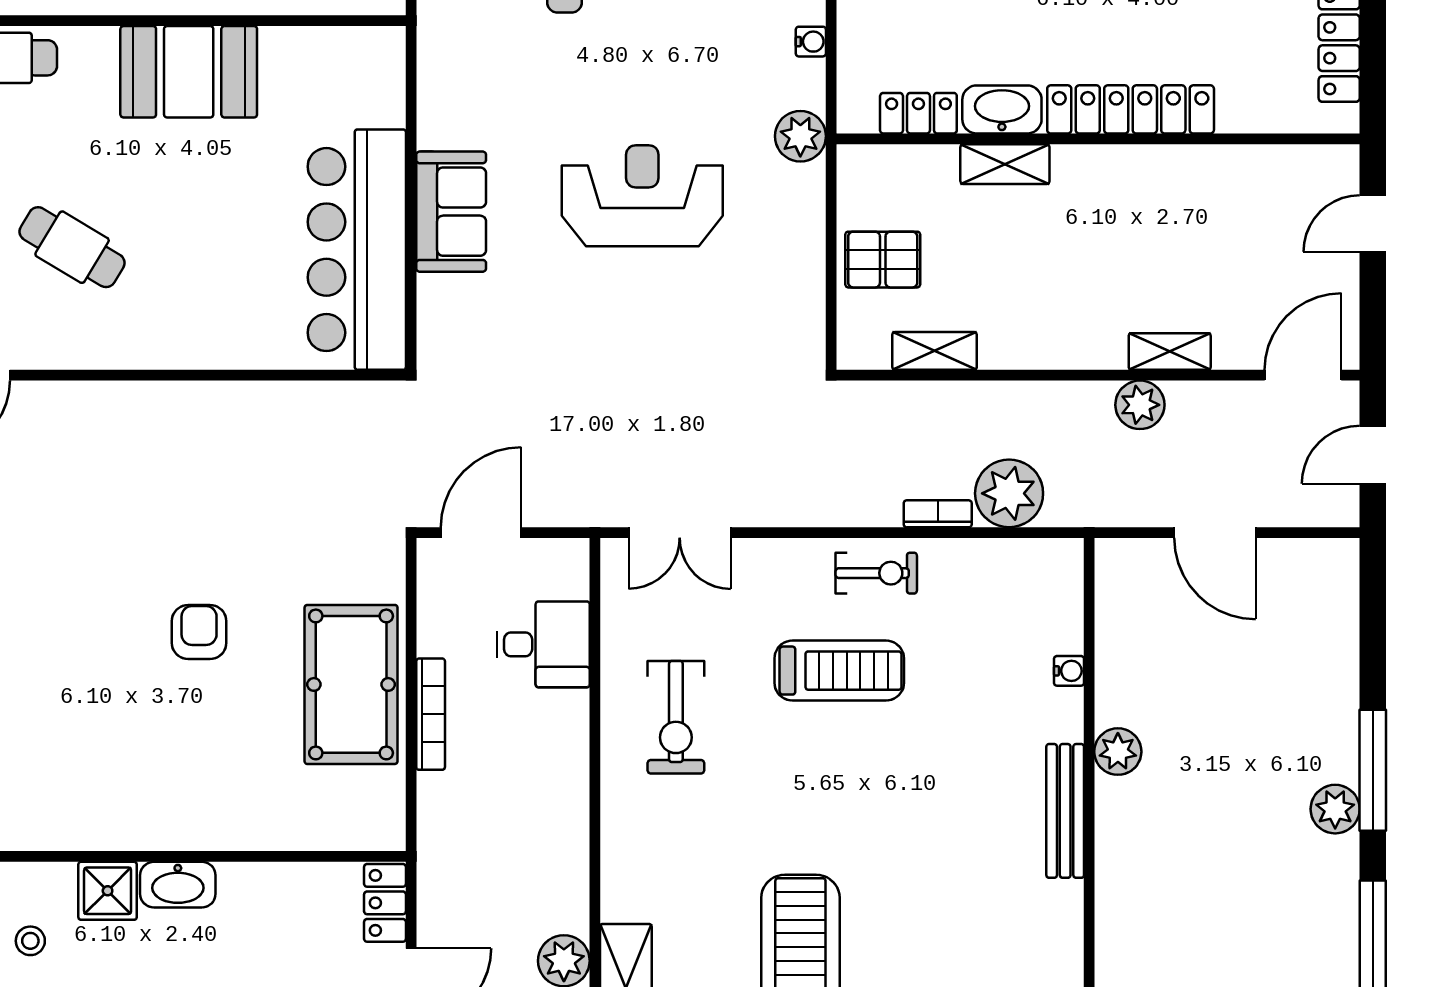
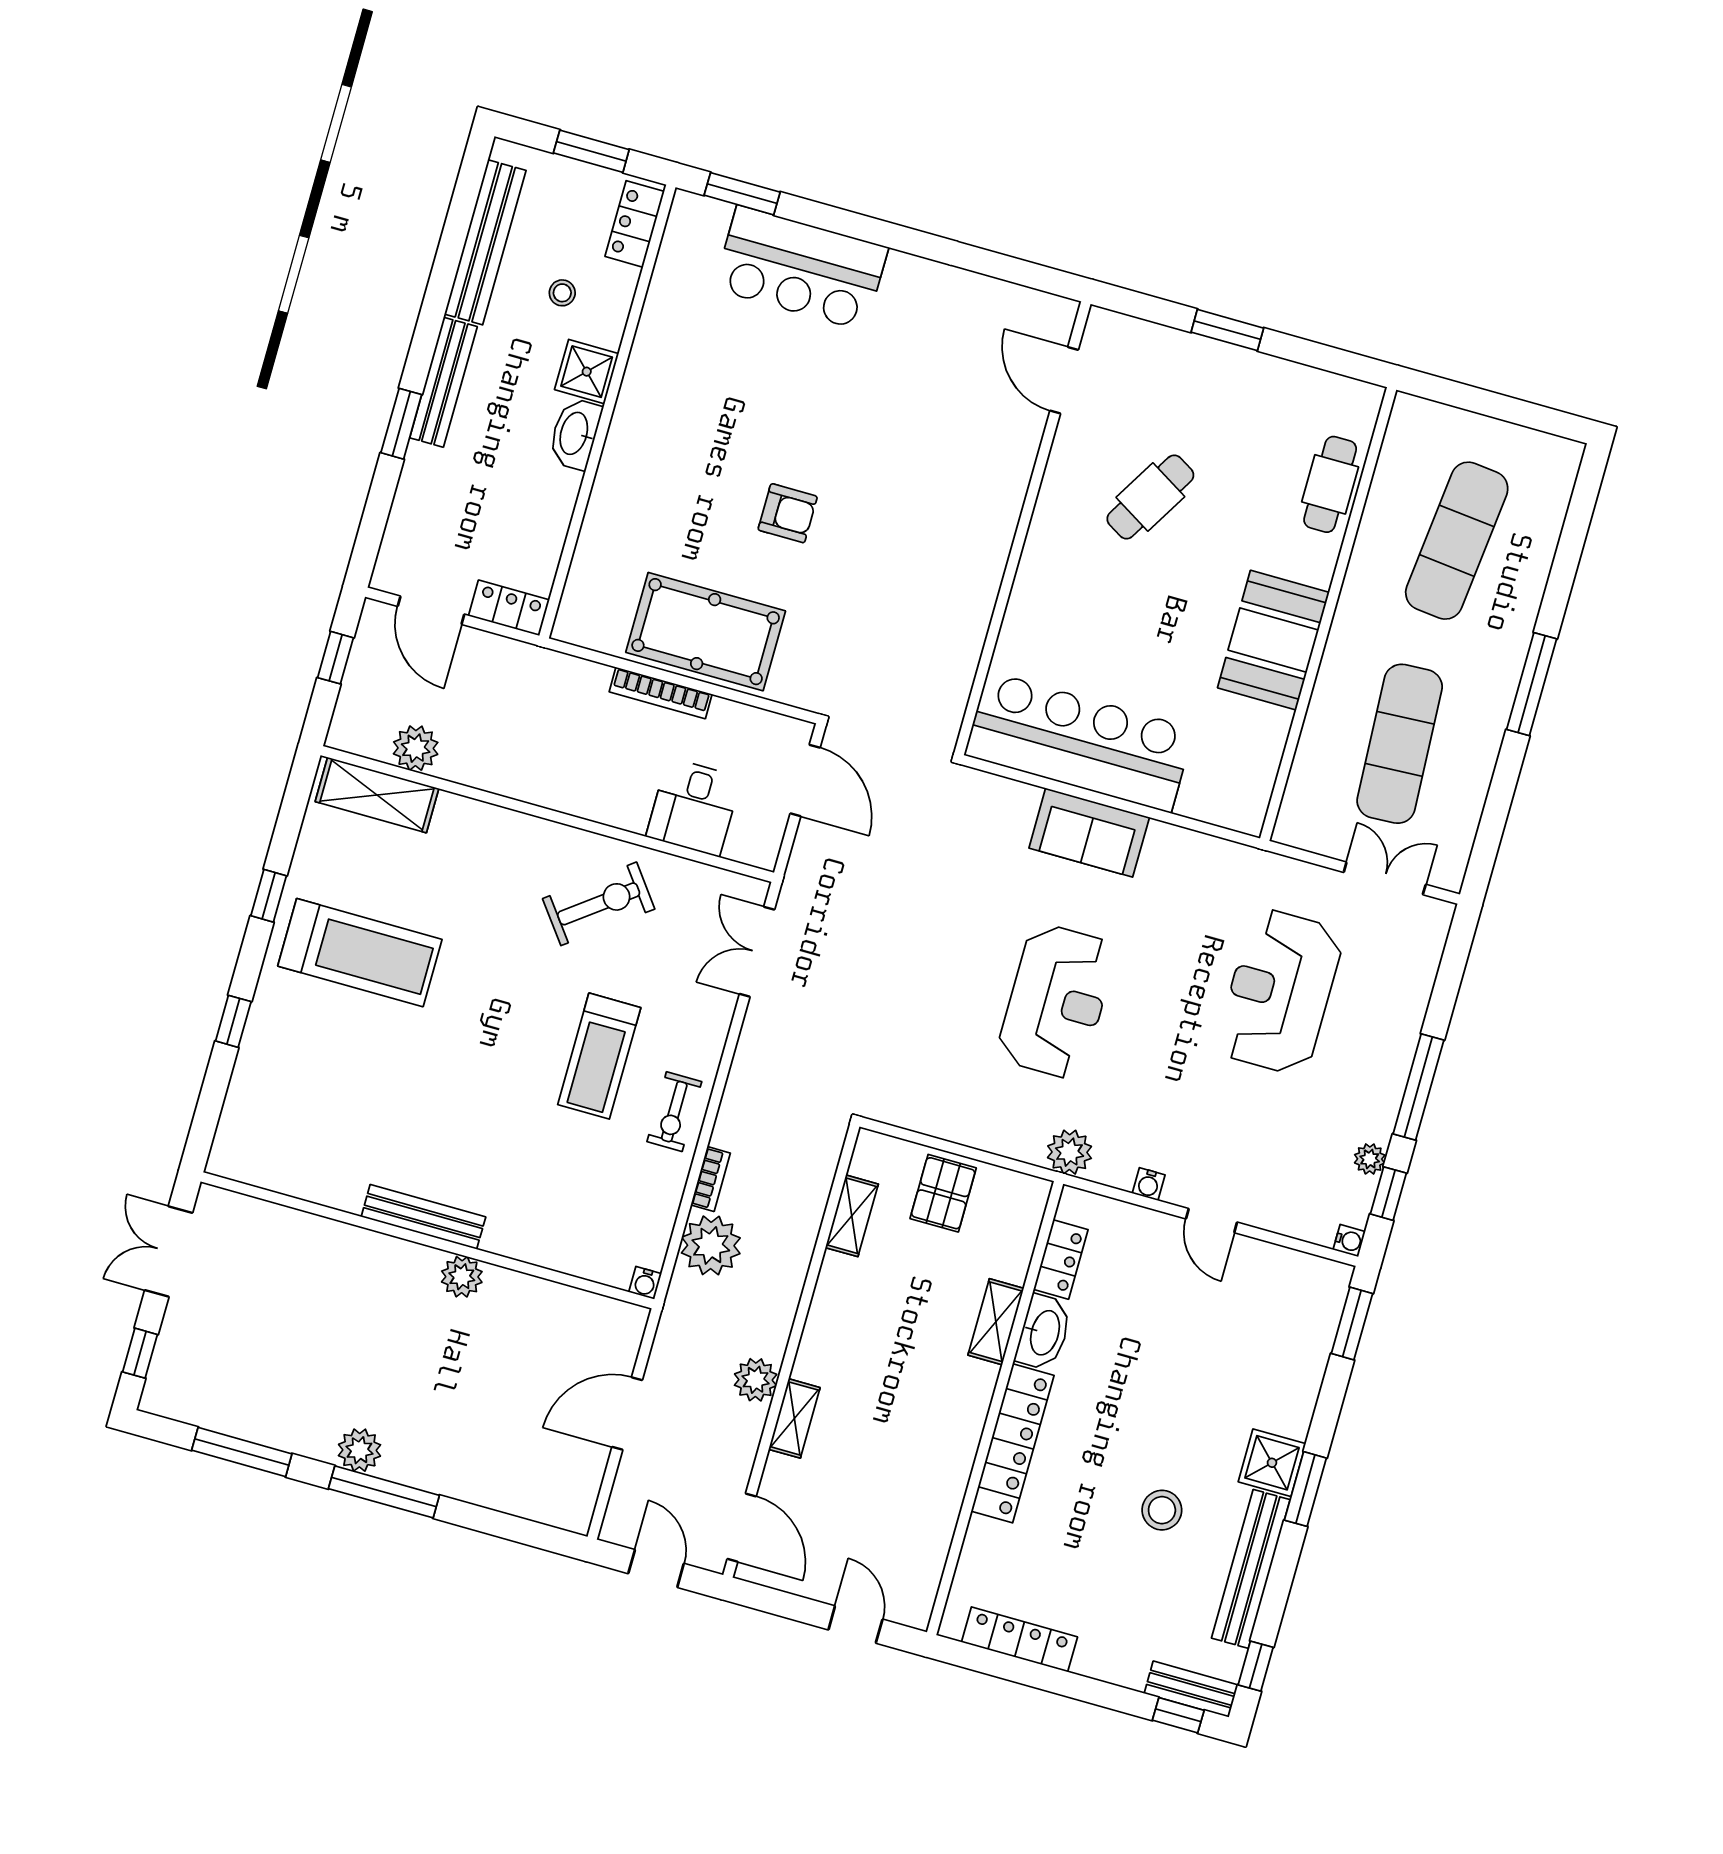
water cooler: (1069, 671) -> (645, 1283), moved
exercise bike: (676, 717) -> (599, 904), turned 143

